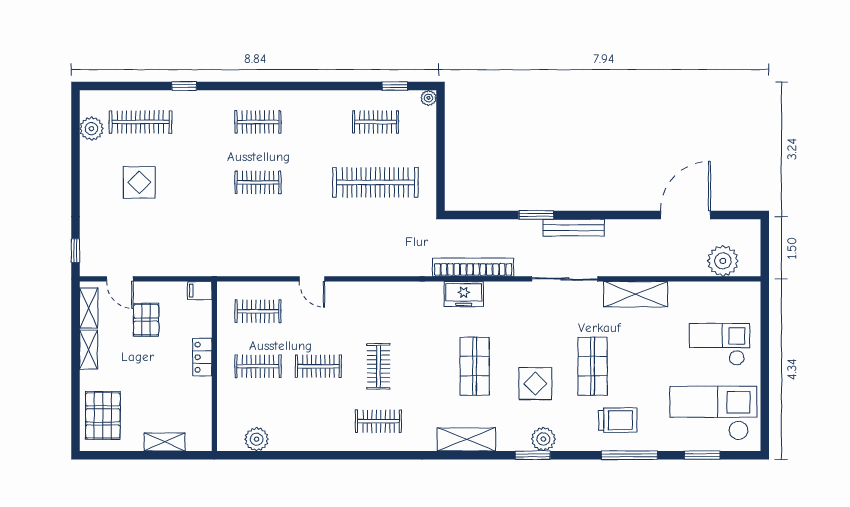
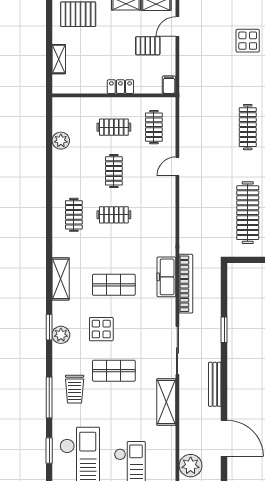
clothes rail: (258, 182) -> (248, 127), width x1.36
bench: (574, 228) -> (215, 384), moved
freezer: (464, 294) -> (166, 277), width x1.40
clothes rail: (258, 366) -> (114, 127), turned 90
plant: (257, 439) -> (61, 141), moved

